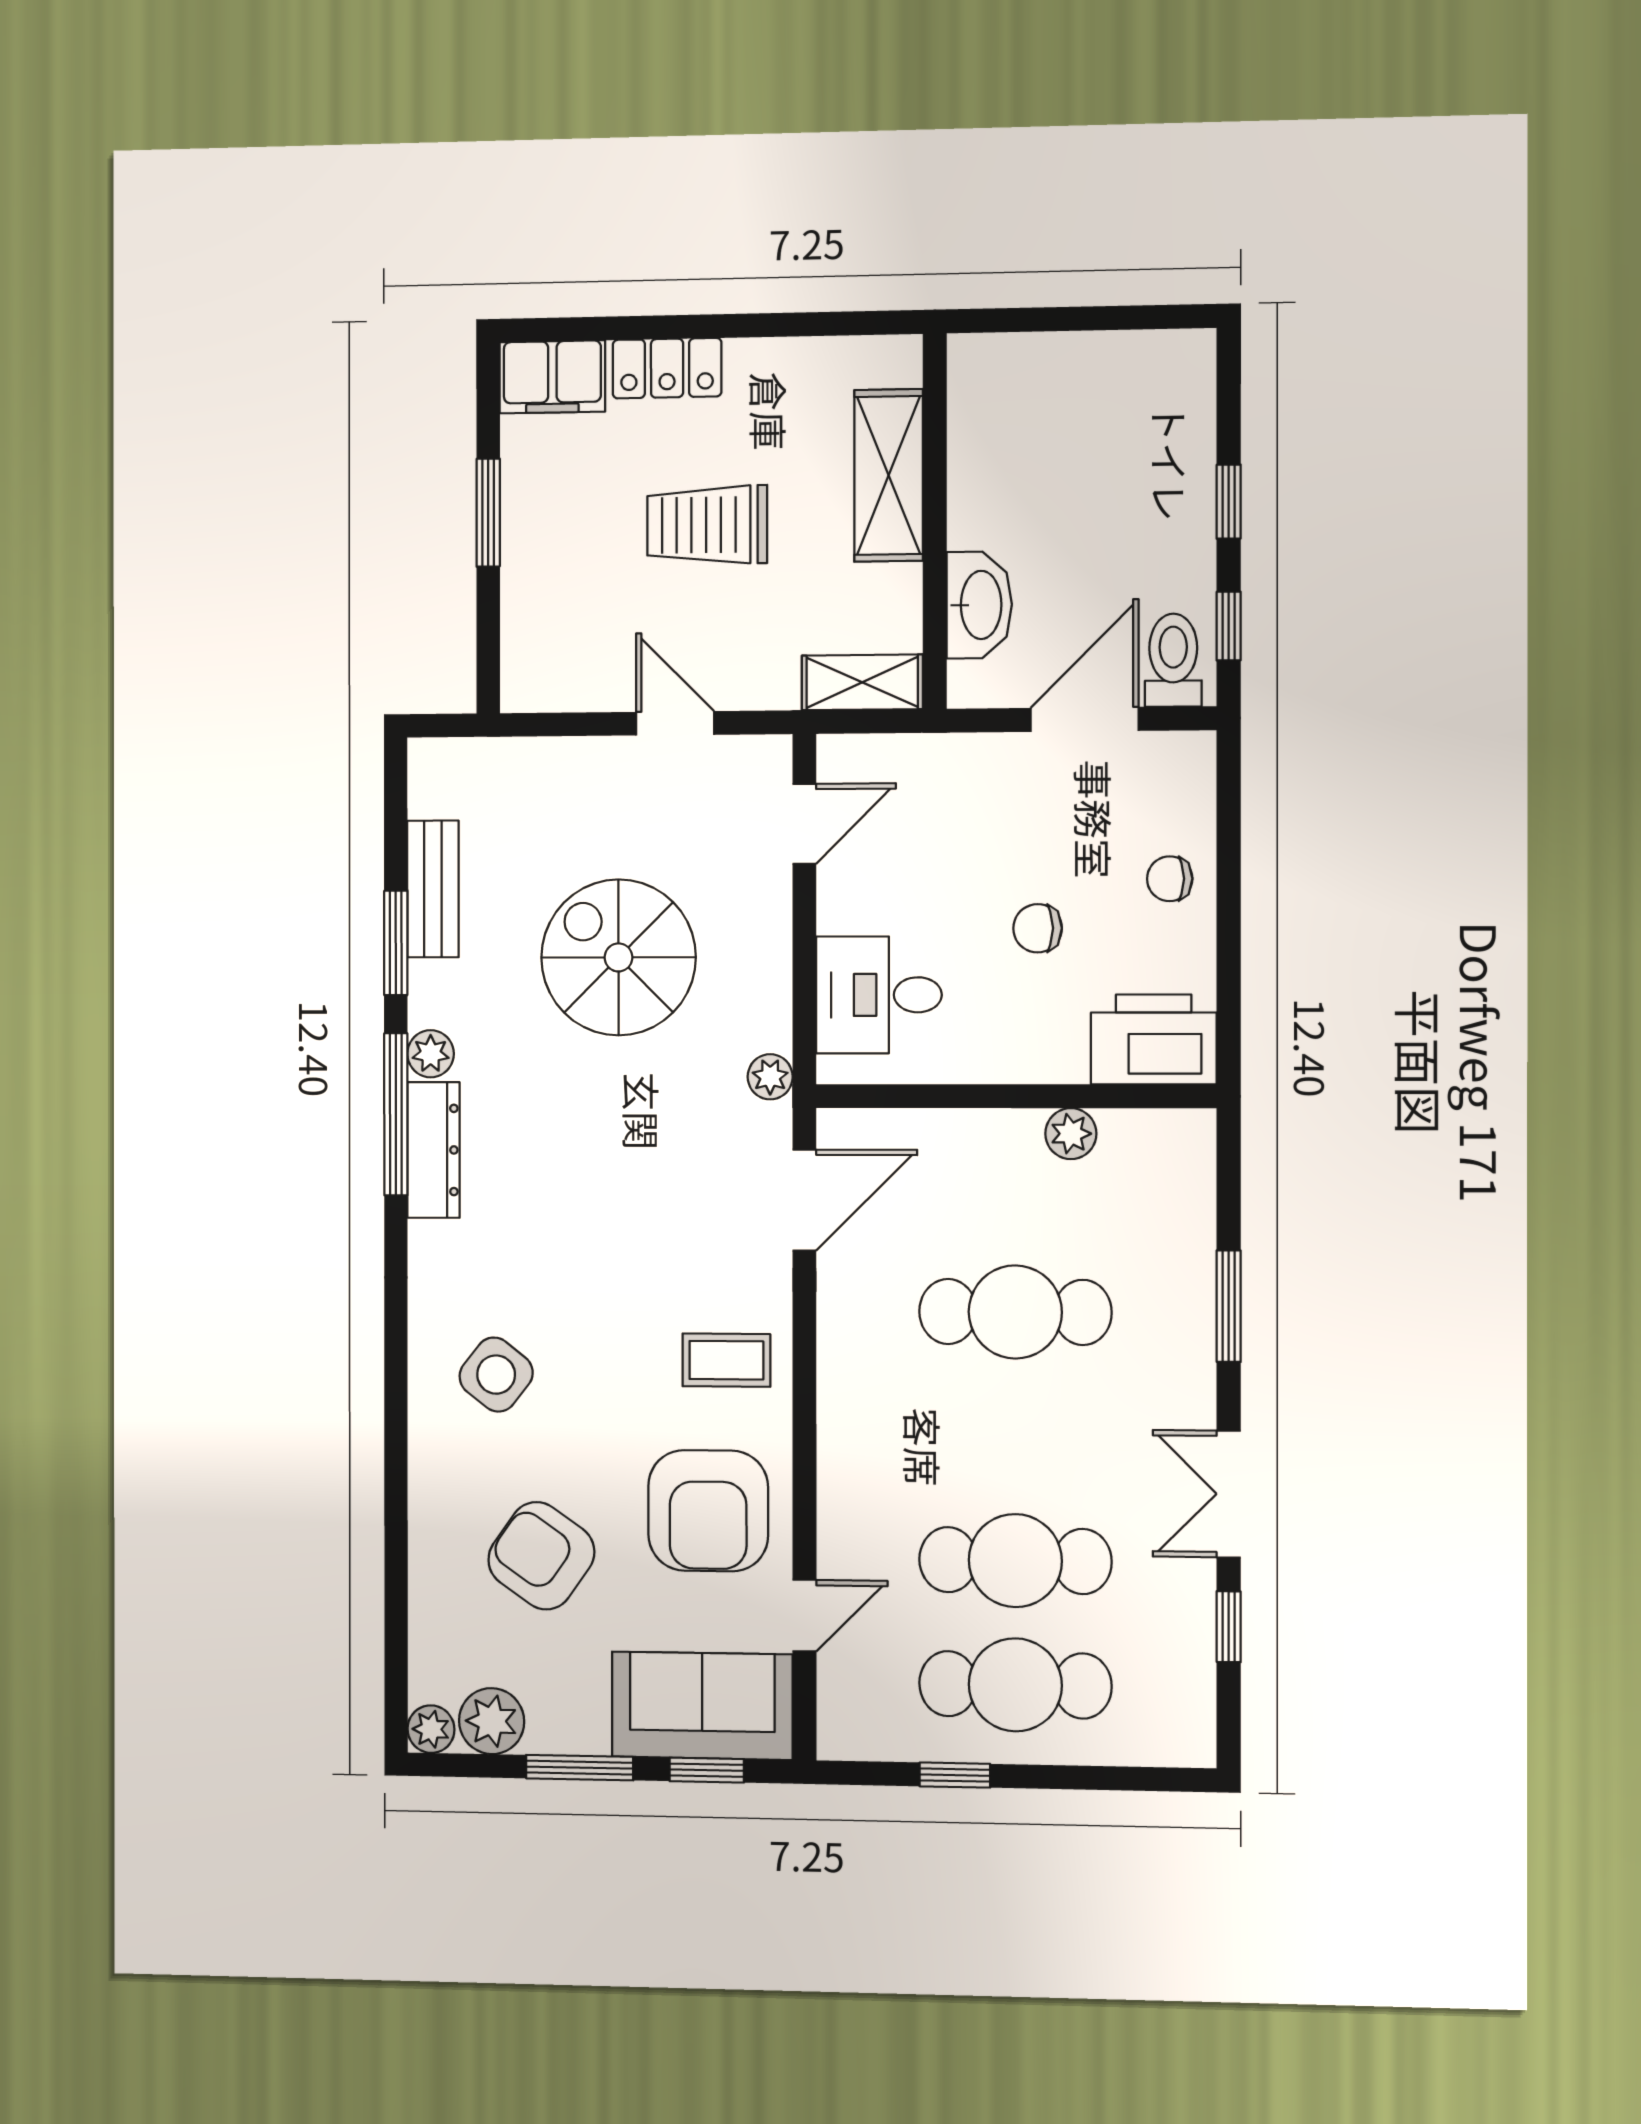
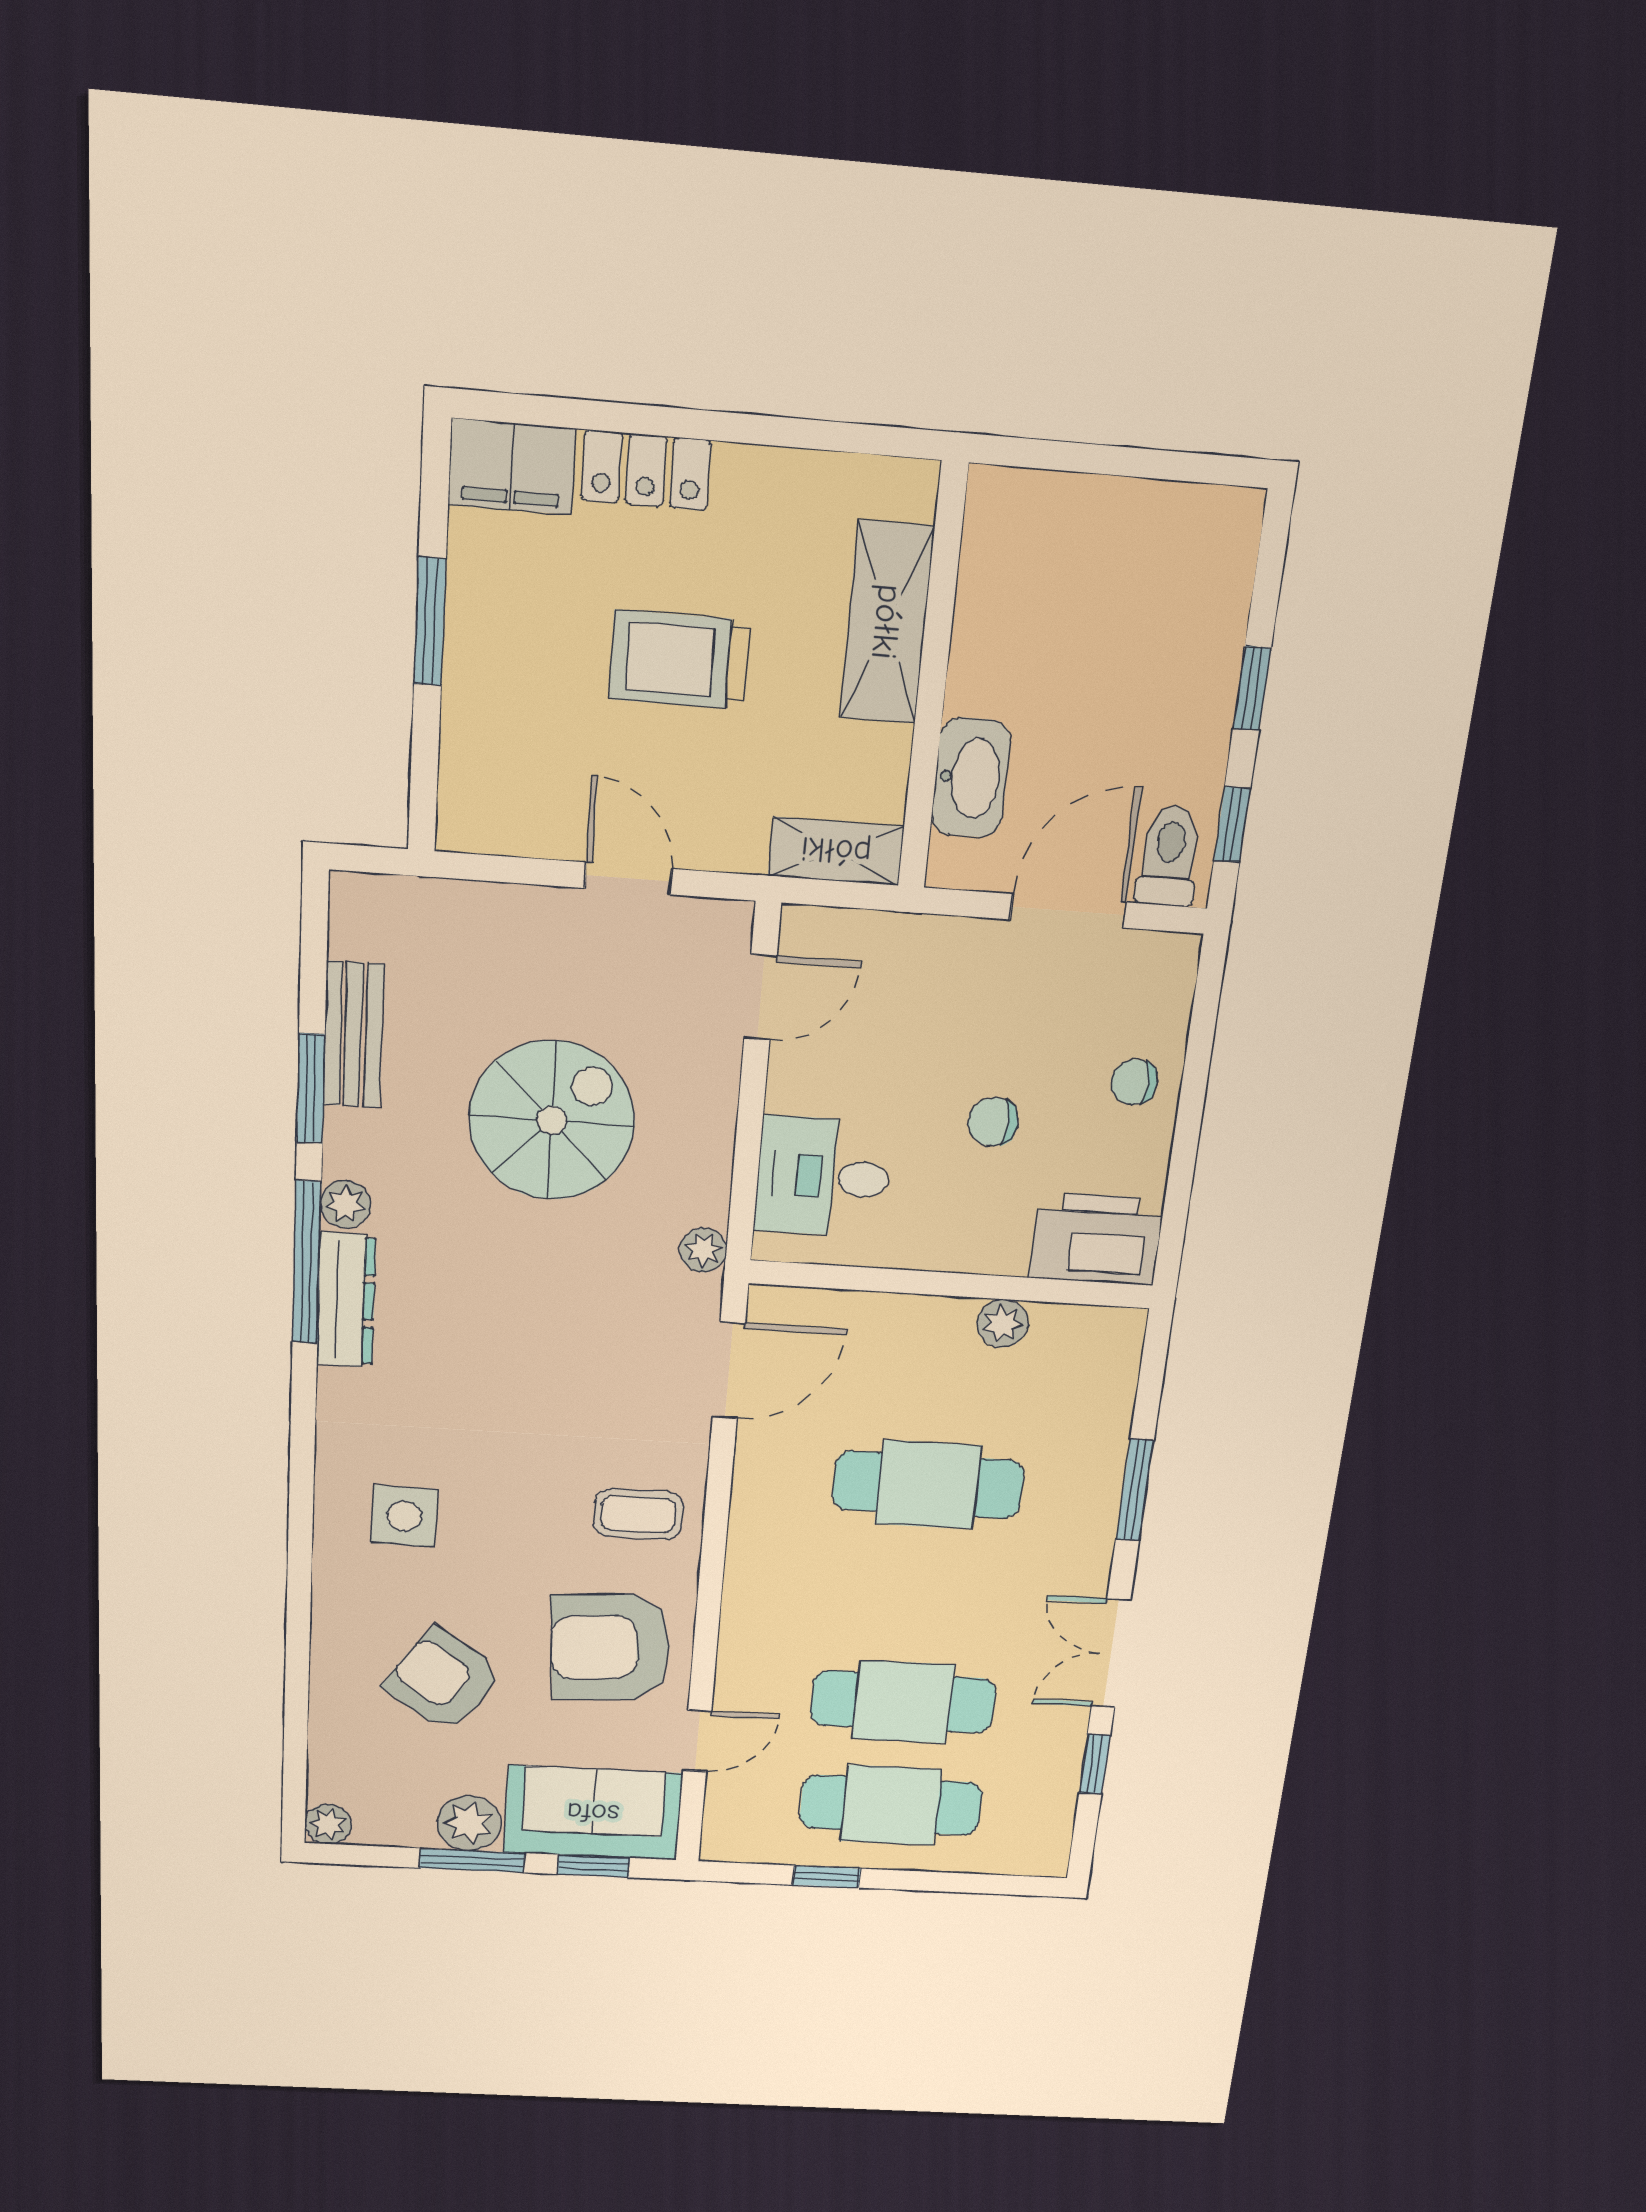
spiral stairs: (618, 957) -> (552, 1120), turned 90
side table: (496, 1375) -> (404, 1516), turned -37
armchair: (708, 1511) -> (611, 1647), turned 86
plant: (492, 1721) -> (469, 1823), moved

